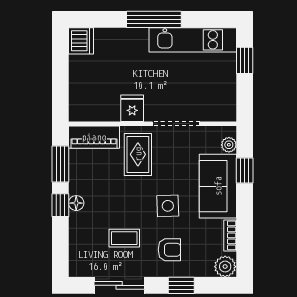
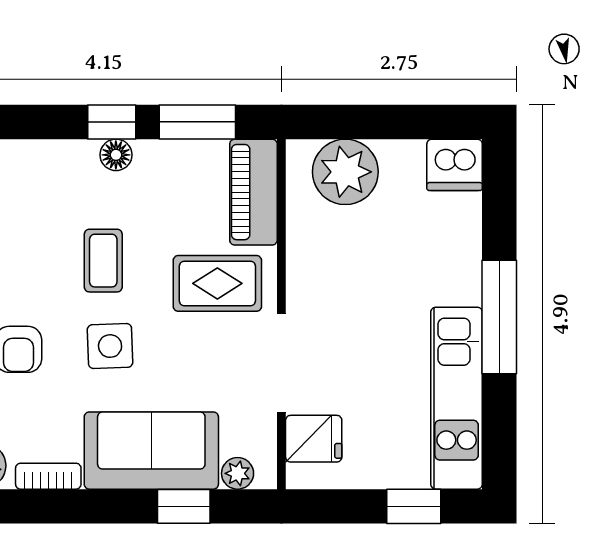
plant: (84, 93) -> (345, 172), added
fridge: (132, 108) -> (314, 439), moved
coffee table: (124, 238) -> (103, 261), moved

